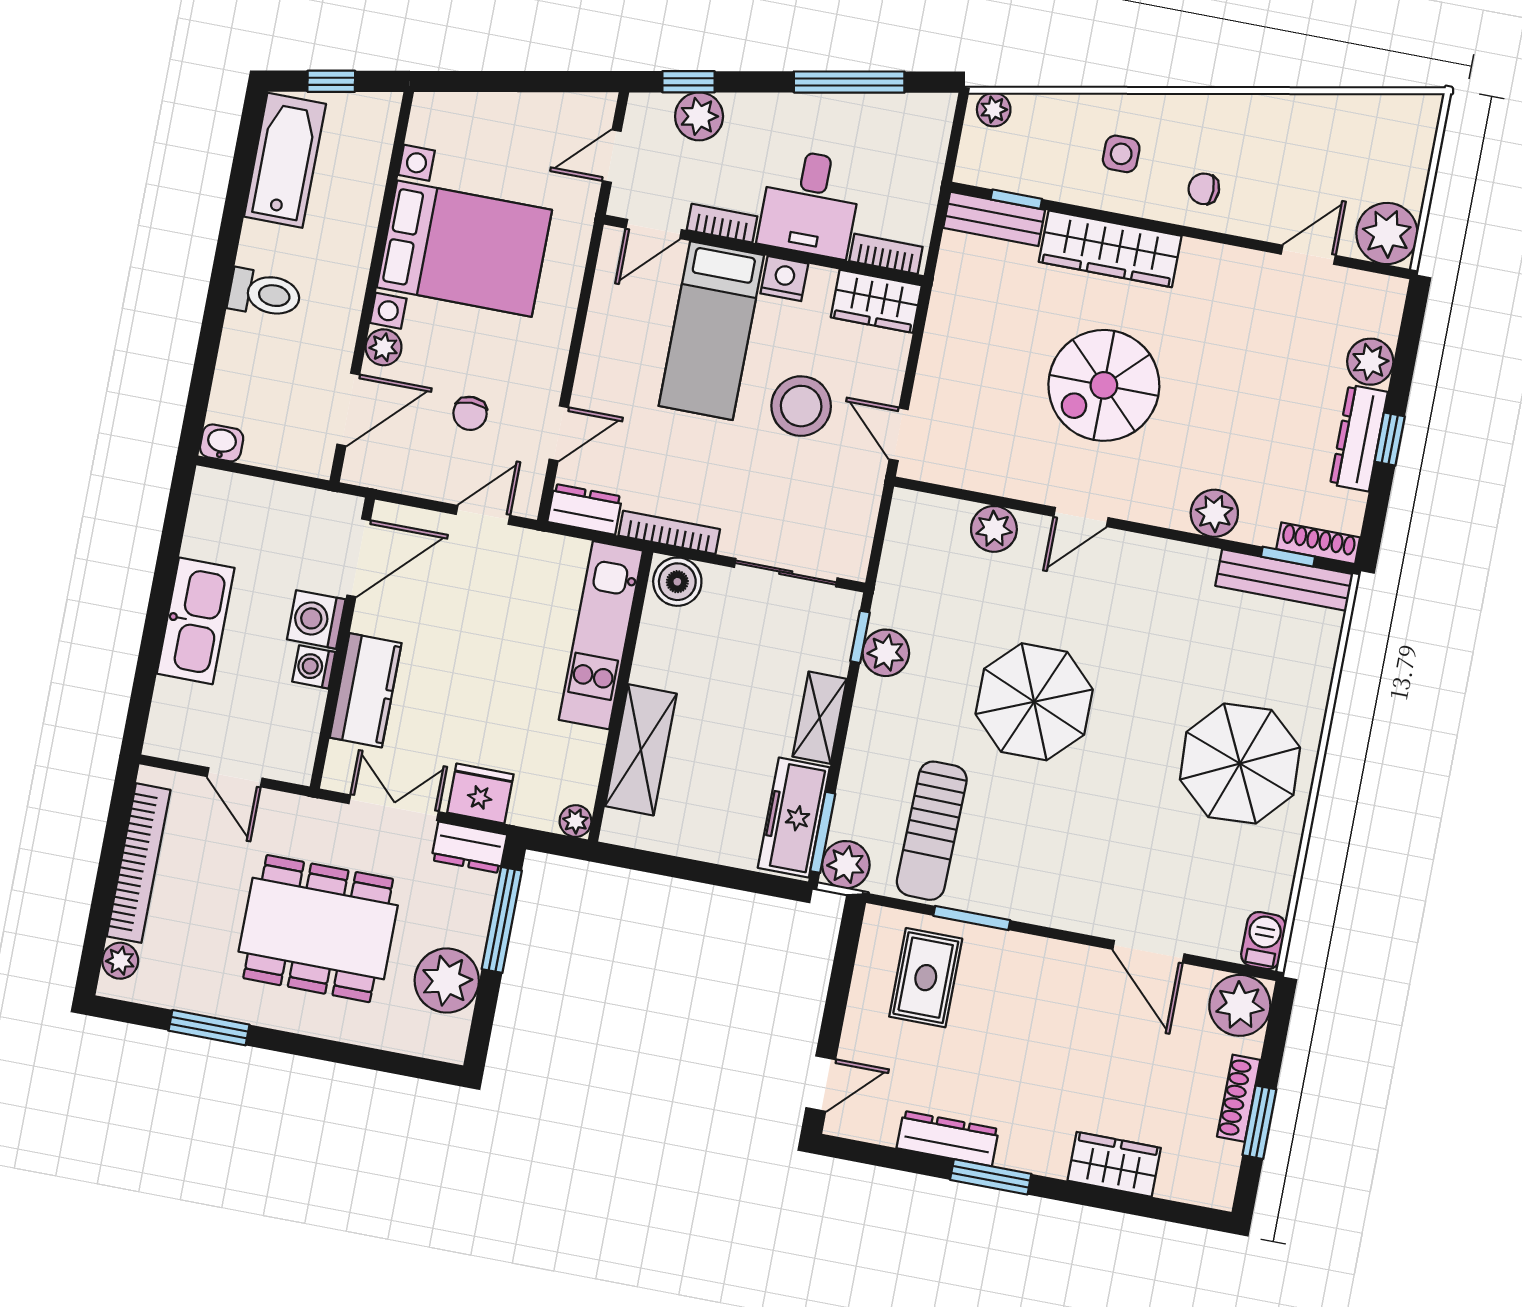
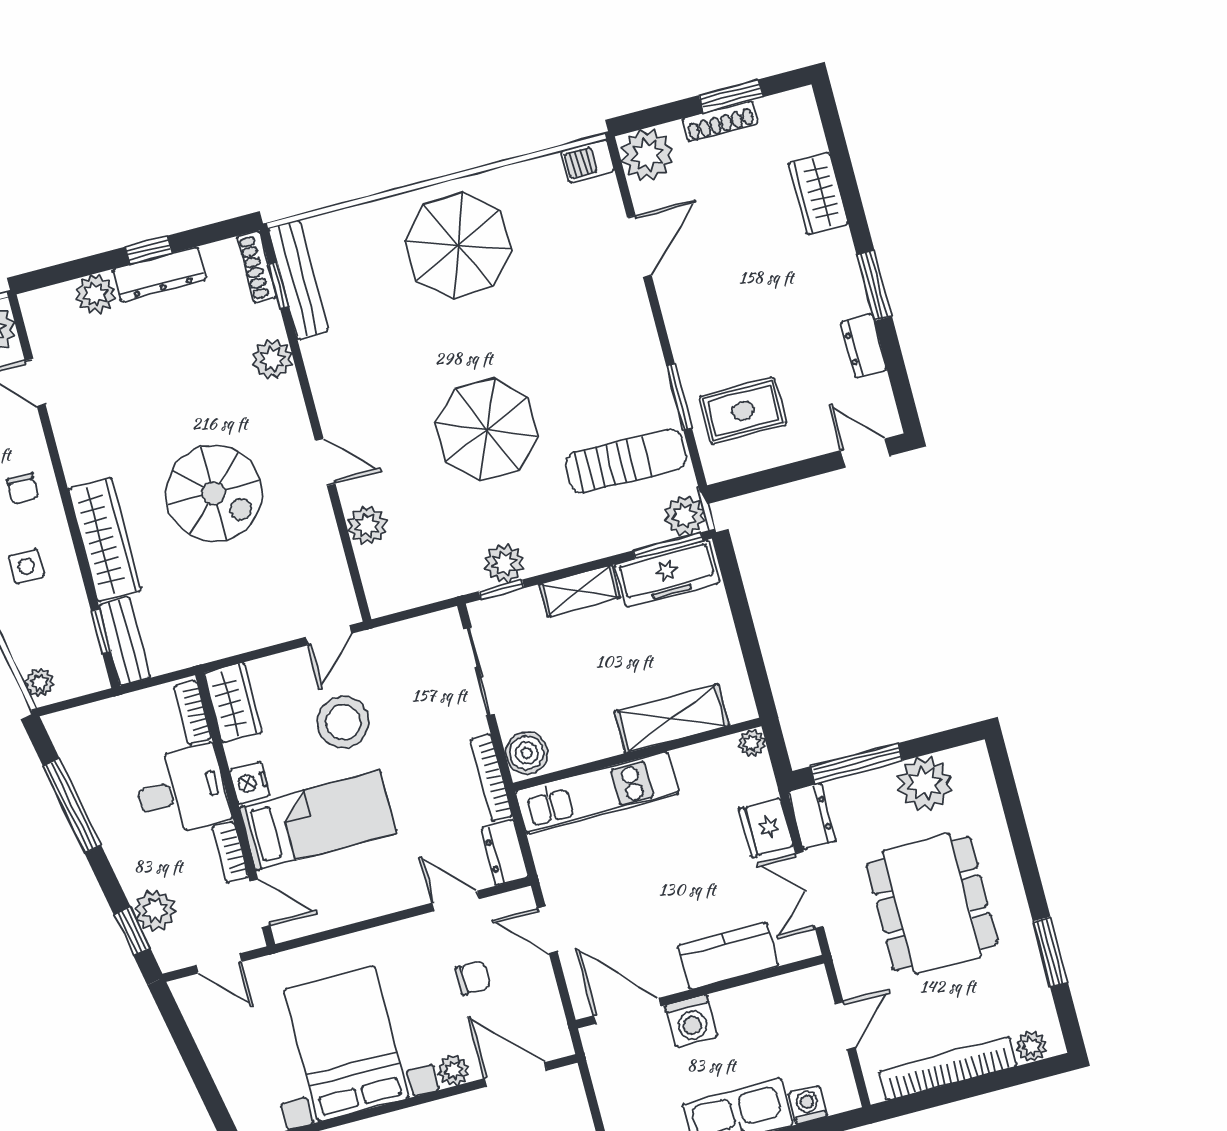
washing machine: (314, 667) -> (808, 1105), moved, turned 180
dresser: (948, 1139) -> (864, 346), width x0.70

